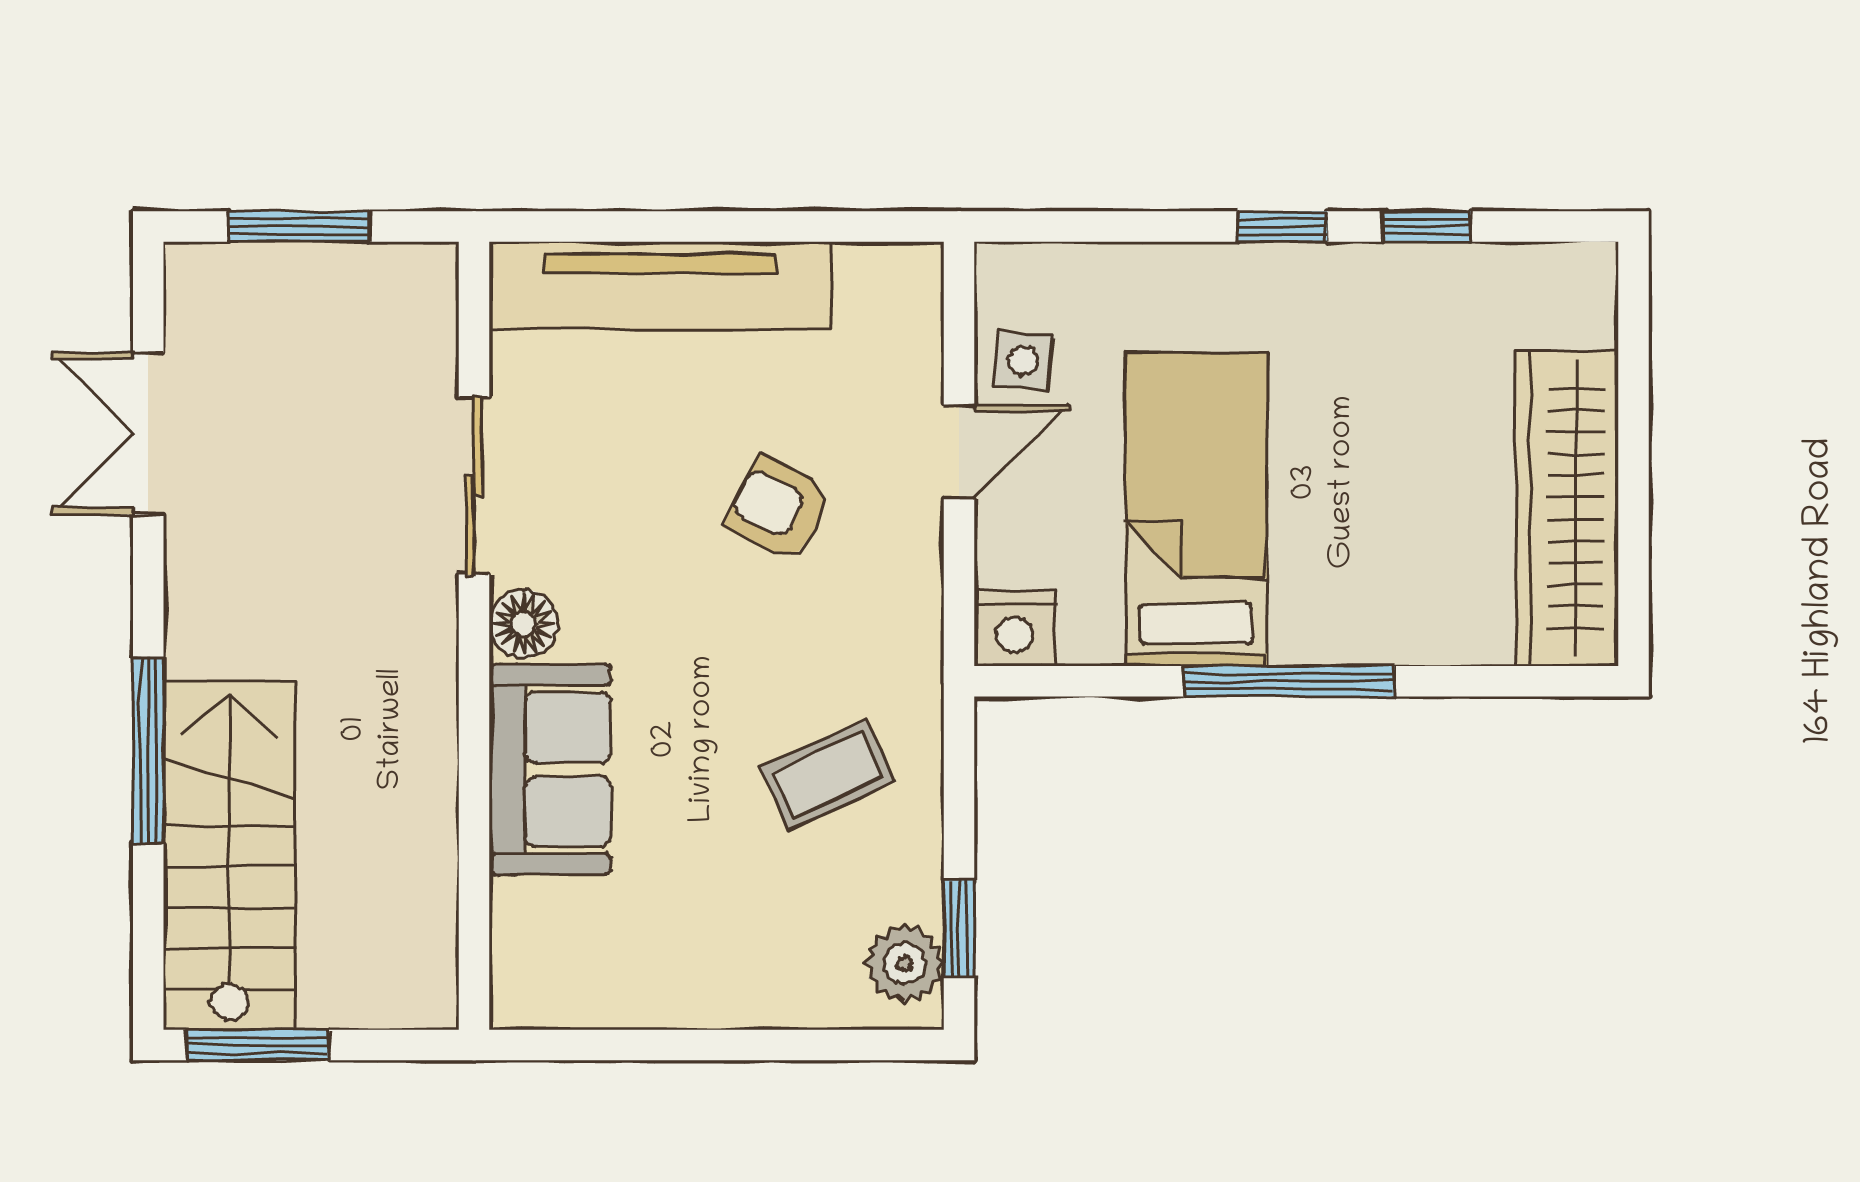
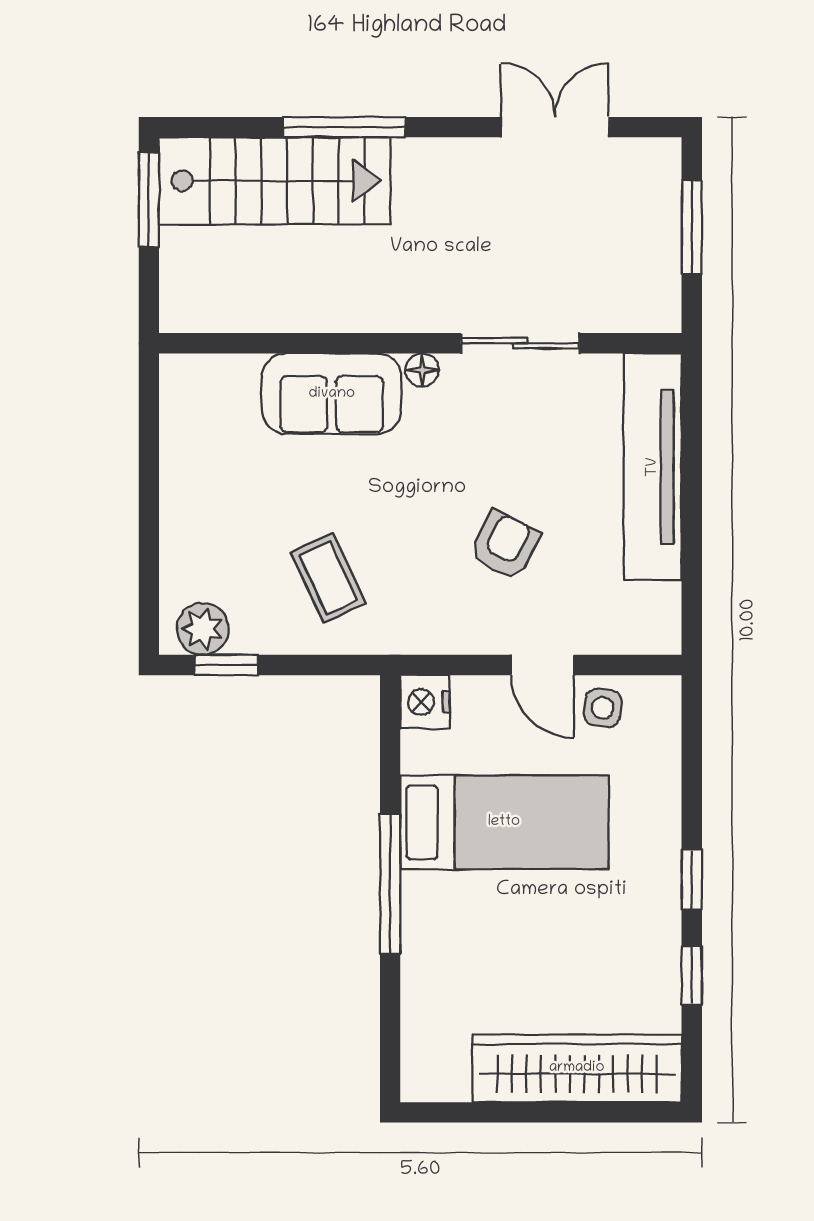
wardrobe: (1567, 508) -> (577, 1068), moved
floor lamp: (524, 624) -> (422, 370), width x0.73, depth x0.73

